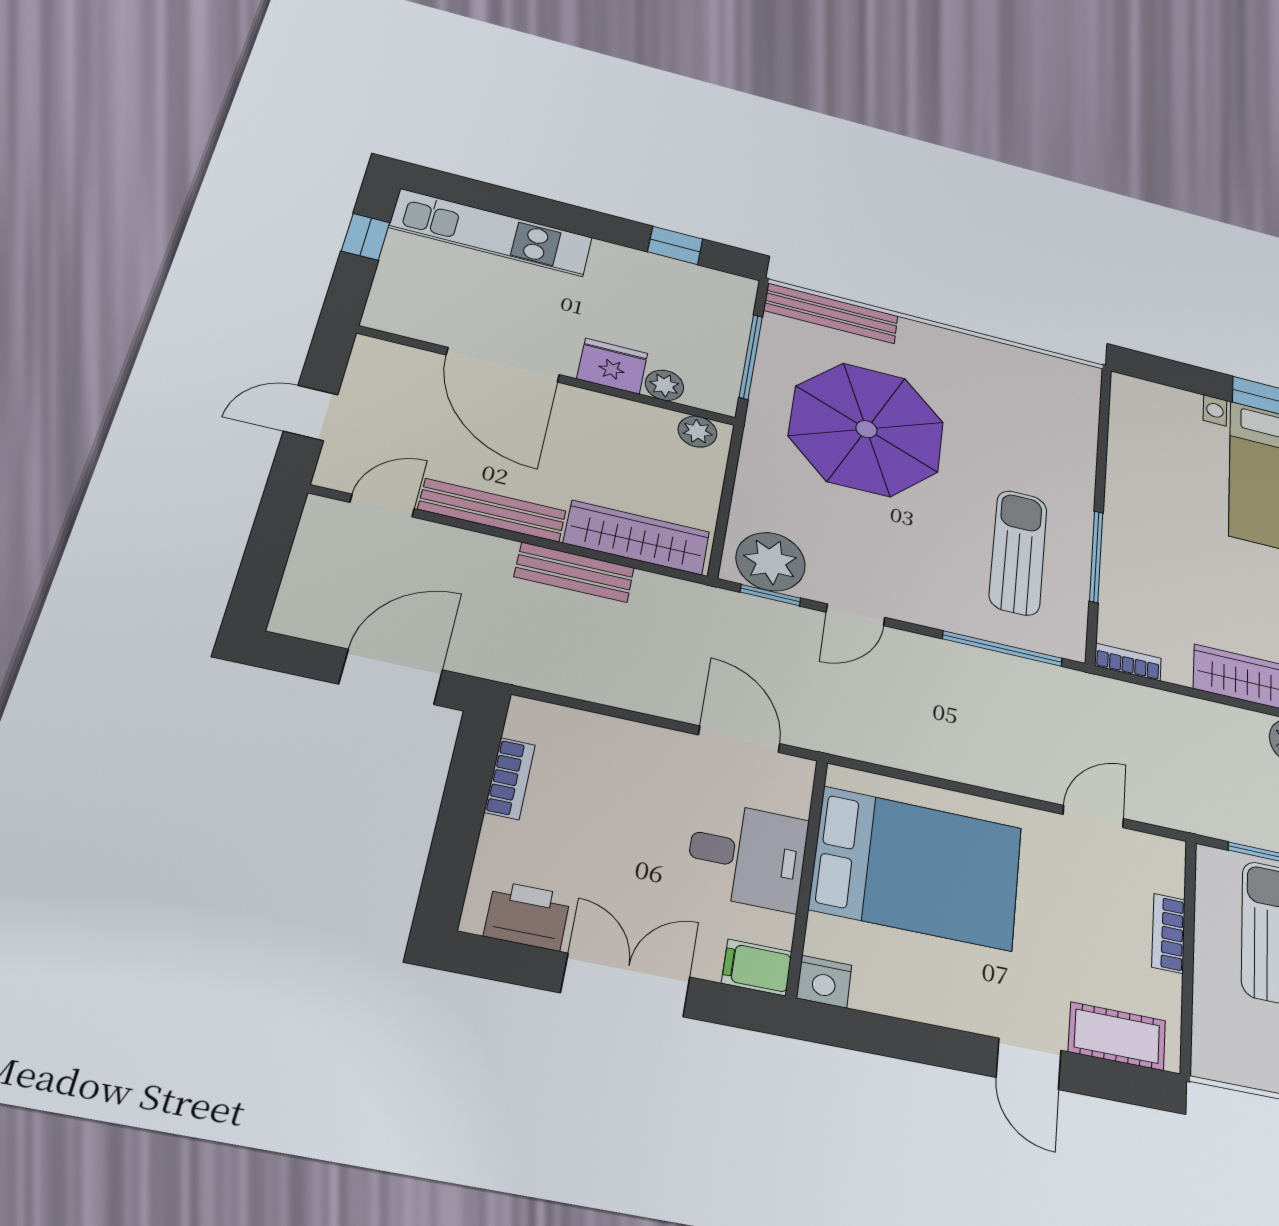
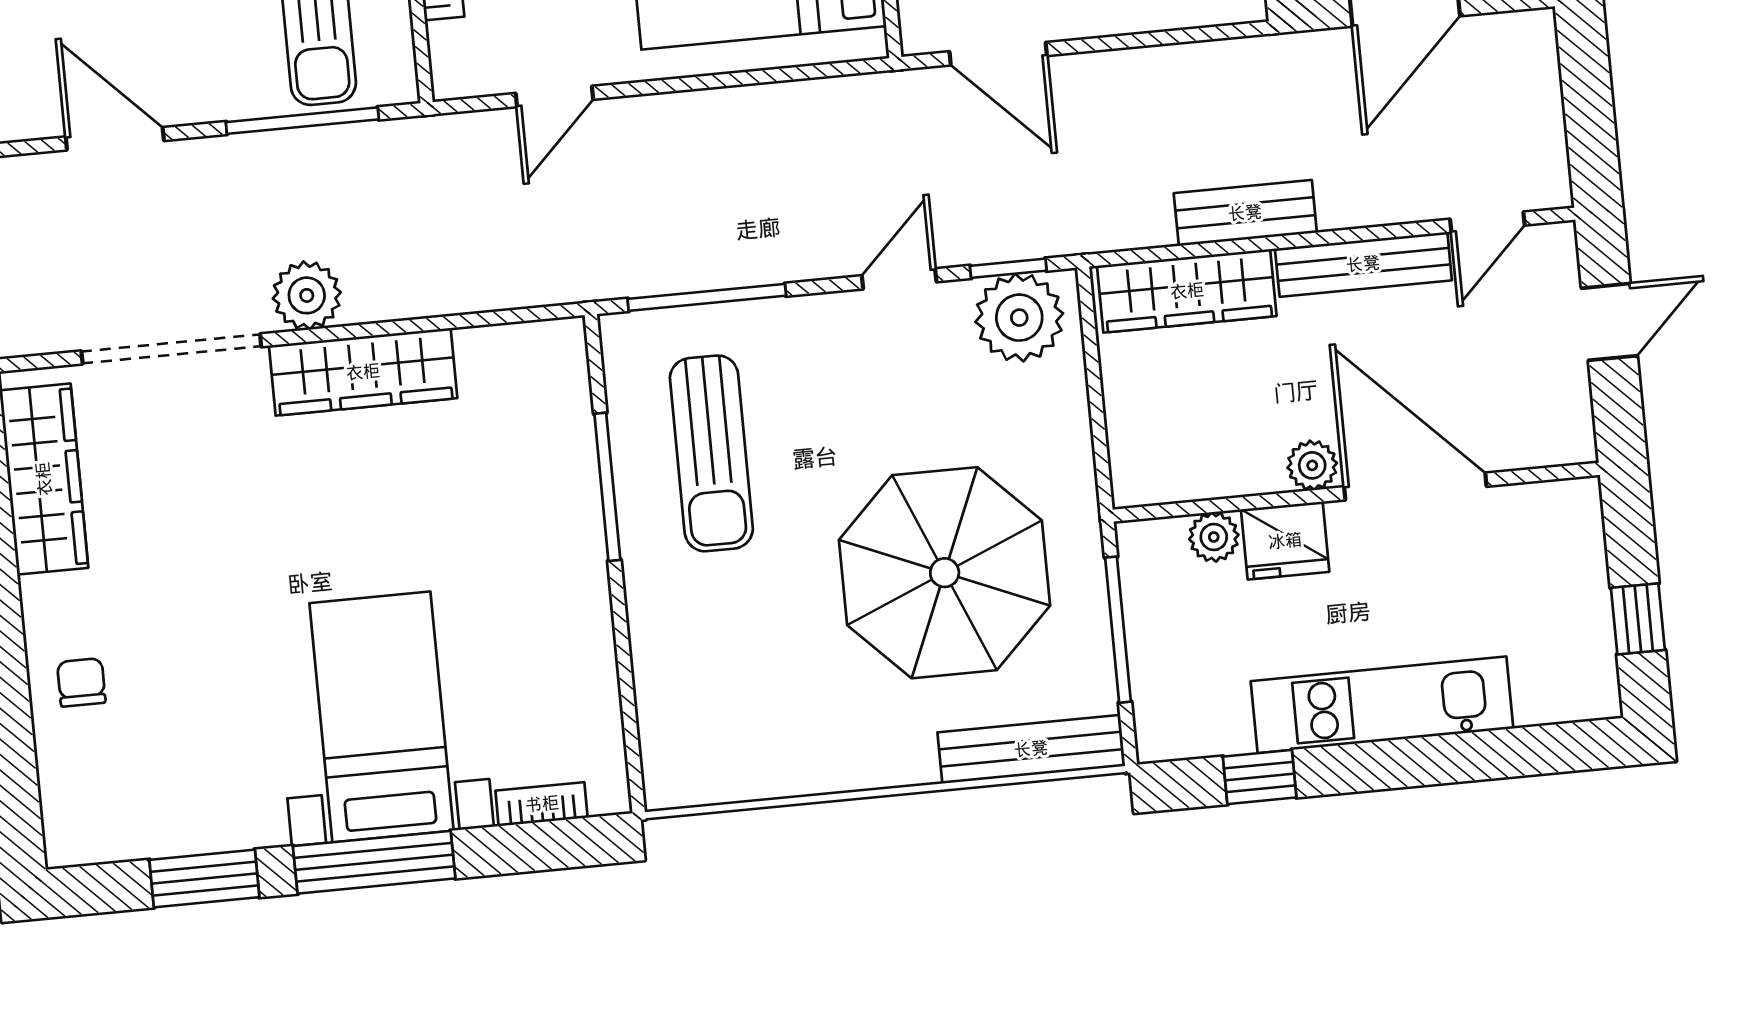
kitchen unit: (492, 233) -> (1382, 705), moved
plant: (697, 432) -> (1312, 465), moved
bookcase: (1128, 662) -> (542, 804), moved, turned 180

